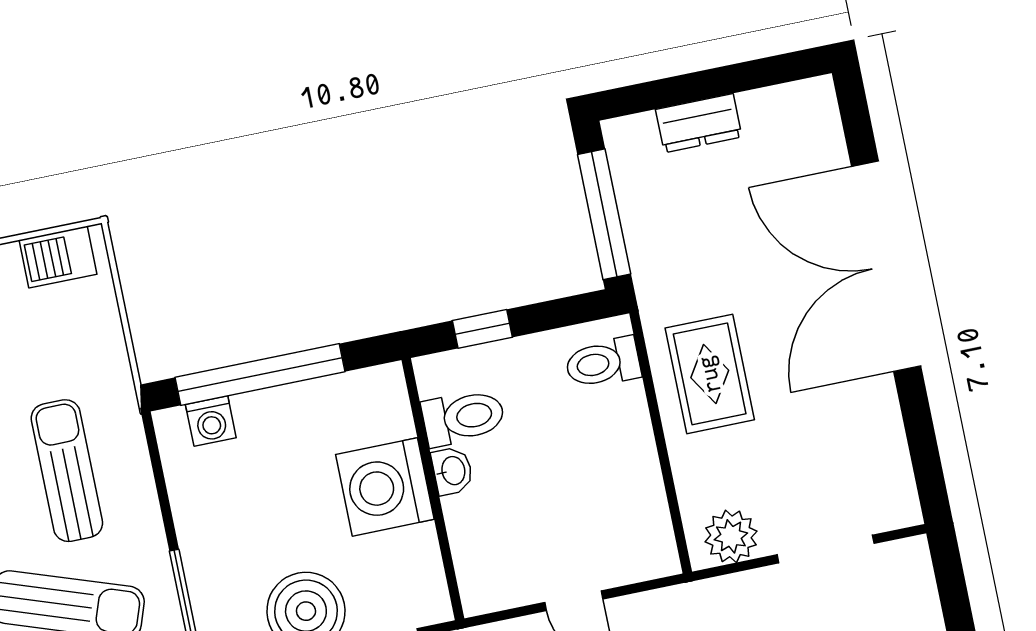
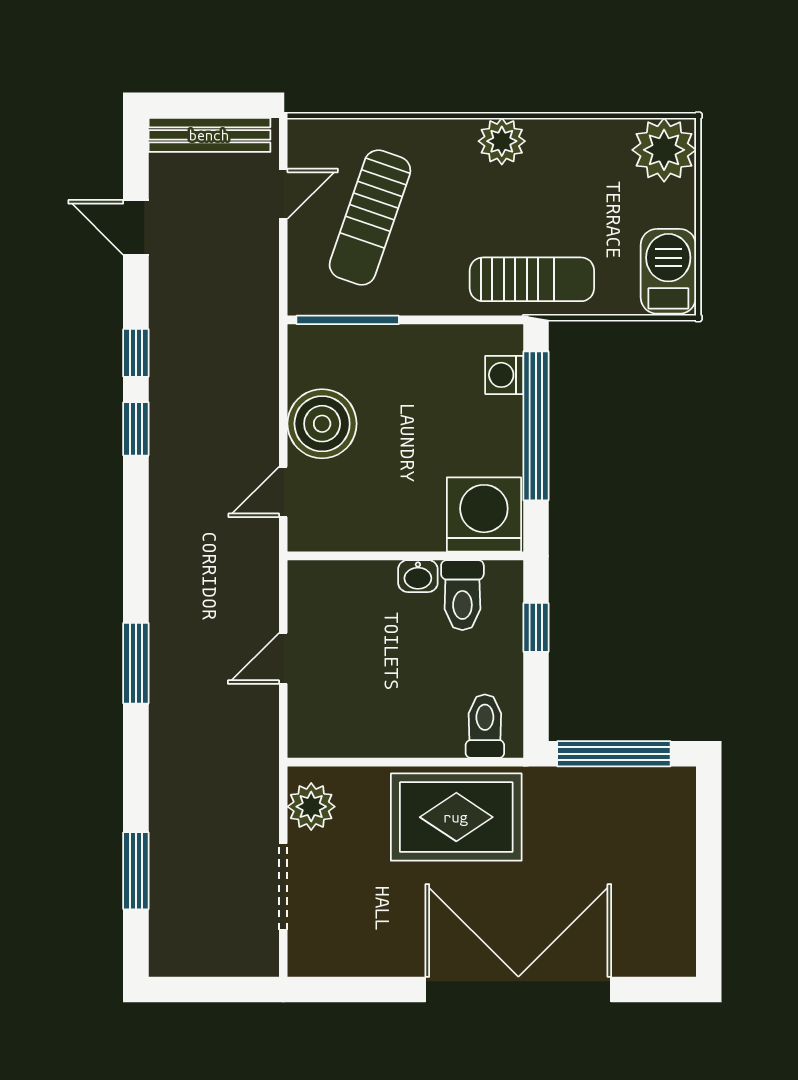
dresser: (699, 123) -> (676, 852), removed
barbecue: (58, 257) -> (668, 271), width x1.38, depth x1.27
rug: (710, 374) -> (456, 817), width x1.36, depth x1.43
sun lounger: (67, 471) -> (532, 279), moved
washing machine: (385, 487) -> (484, 514), moved

